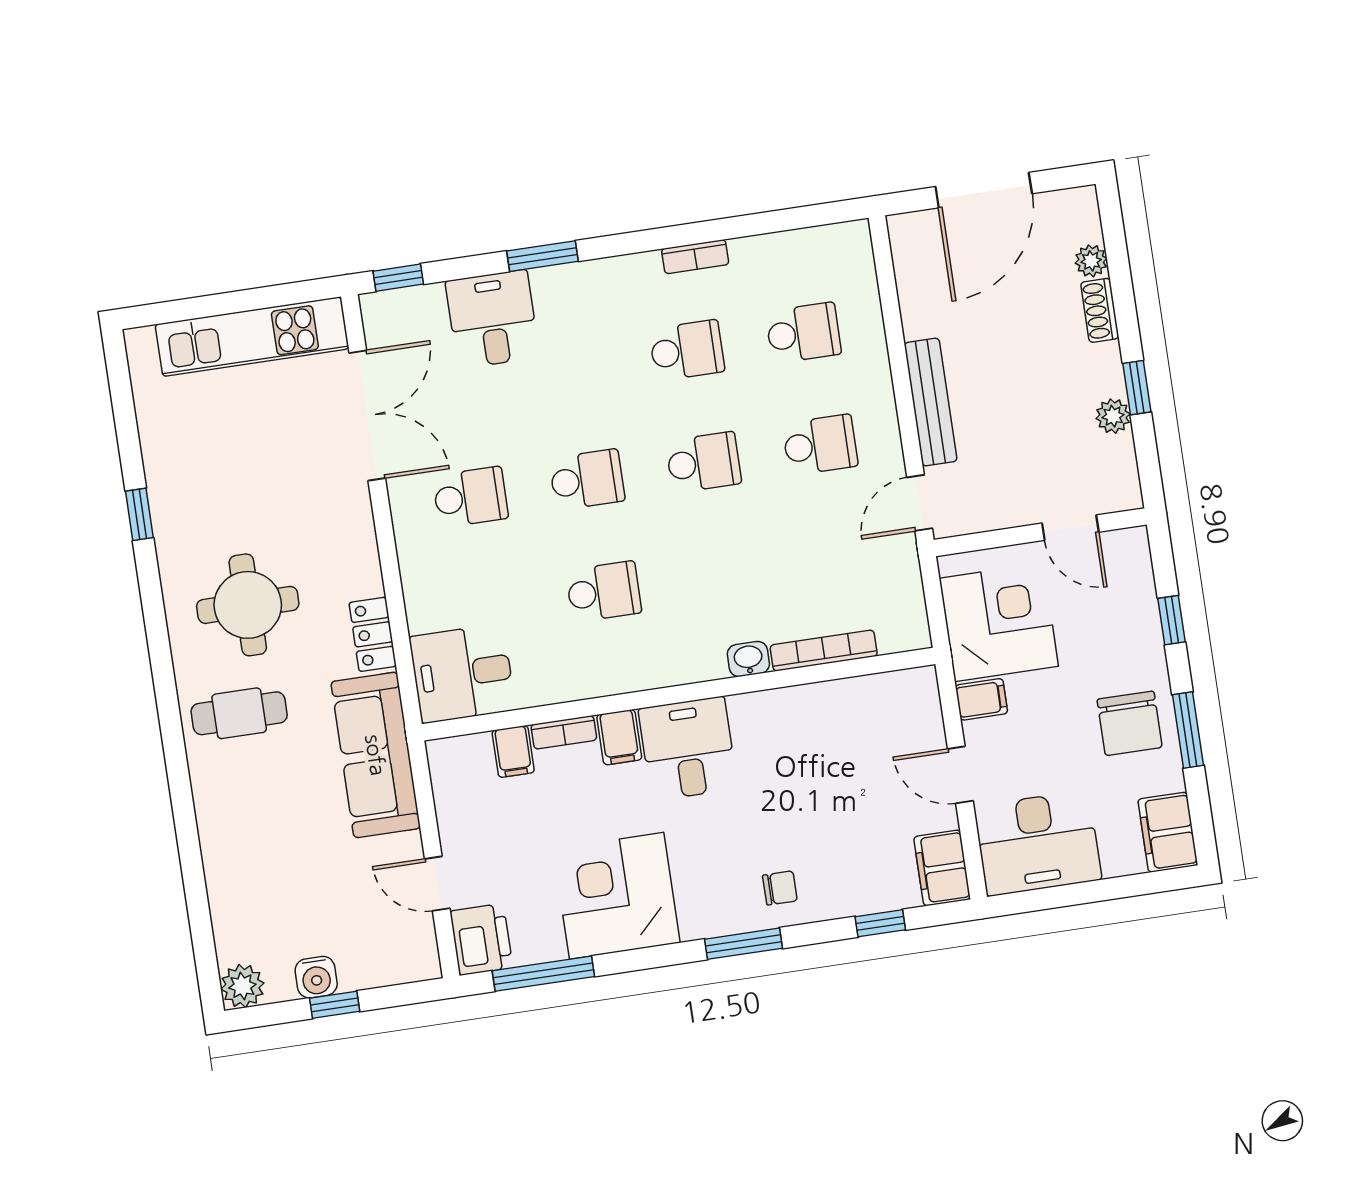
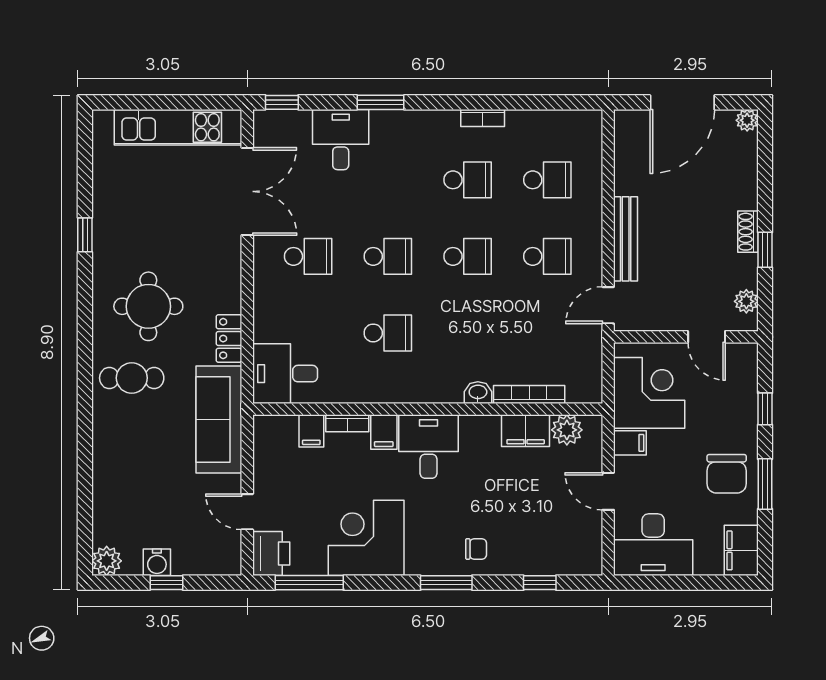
plant: (1091, 261) -> (747, 120), moved
shoe rack: (1100, 310) -> (748, 232), moved
plant: (1113, 416) -> (746, 301), moved
plant: (887, 694) -> (567, 430), added
filing cabinet: (942, 868) -> (526, 431), moved, turned -90

